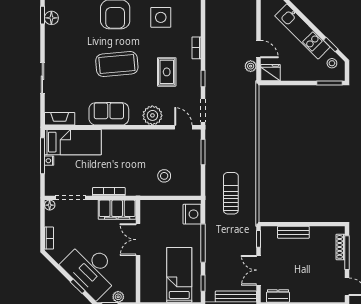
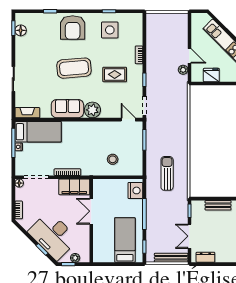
rug: (167, 72) -> (115, 74), turned 90
fridge: (270, 73) -> (211, 75), moved
plant: (152, 115) -> (92, 110), moved

